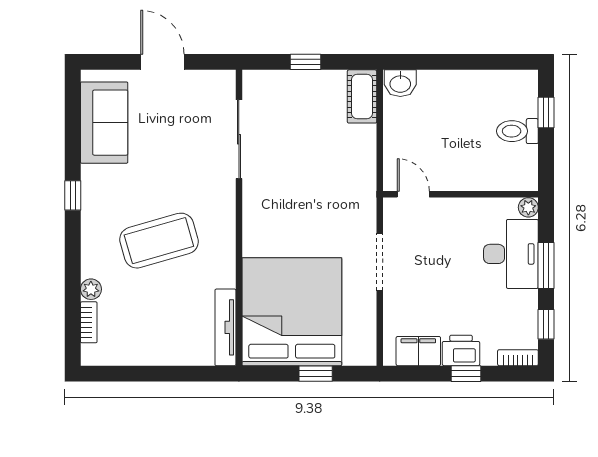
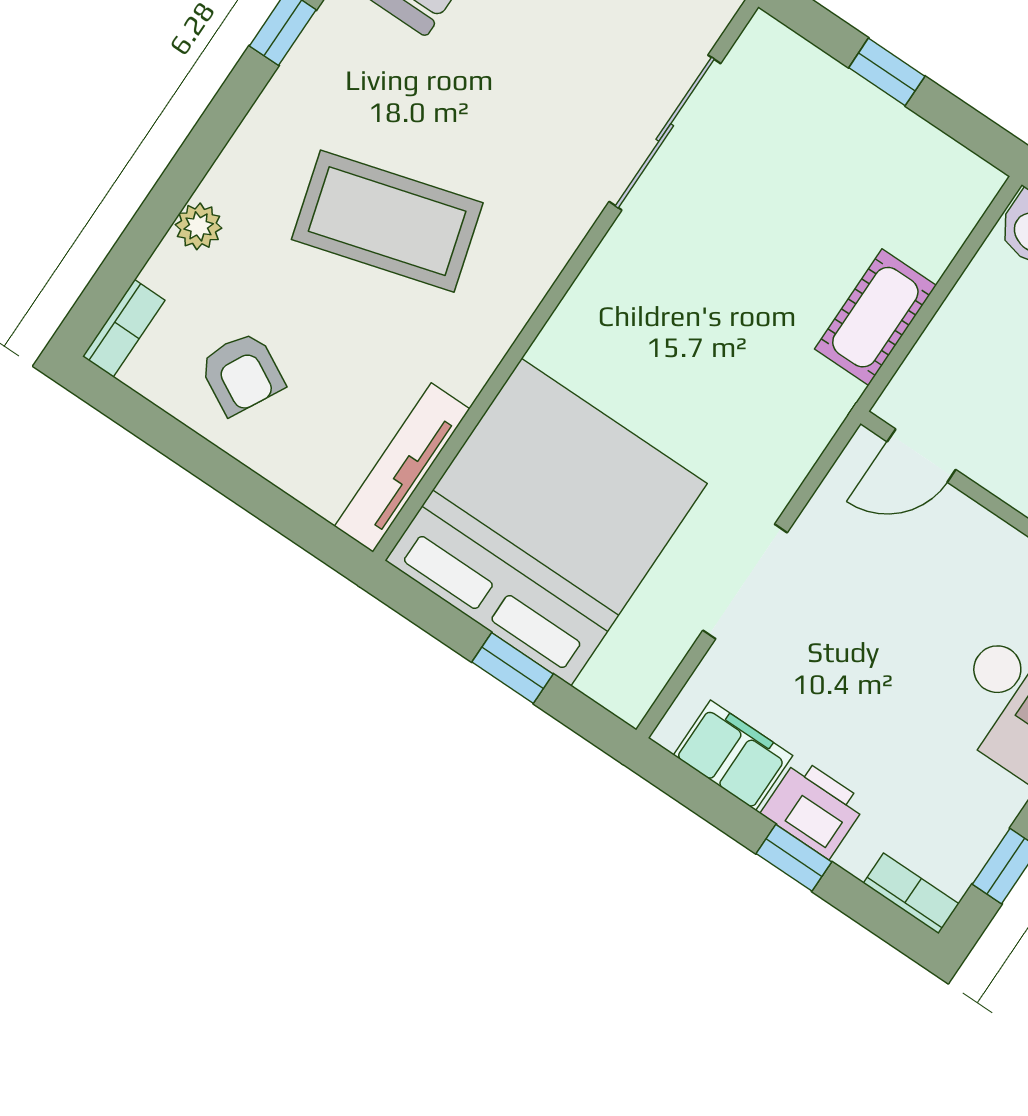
cot: (362, 96) -> (875, 317), moved
door: (413, 194) -> (921, 456), swing flipped
doorway: (380, 262) -> (745, 582), moved
bookcase: (89, 322) -> (124, 328), moved
armchair: (143, 332) -> (242, 373), added

